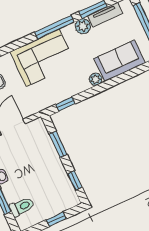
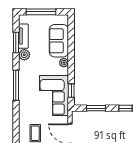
window: (54, 27) -> (16, 85), moved
corner sofa: (43, 58) -> (54, 96), moved, turned 180

